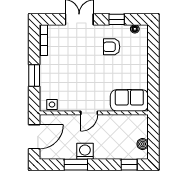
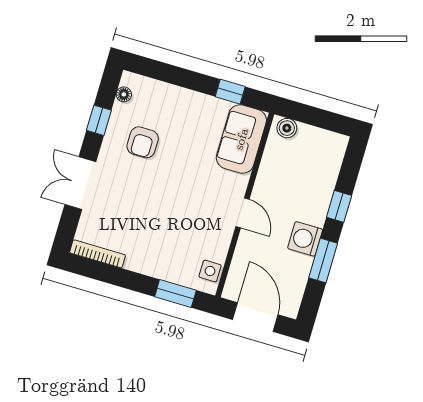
window: (34, 75) -> (175, 294), moved
window: (153, 87) -> (230, 92), added
boiler: (143, 144) -> (287, 128), moved
window: (129, 165) -> (339, 206), moved

